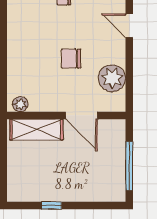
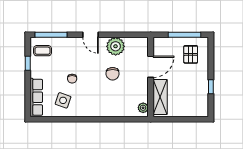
door: (129, 26) -> (90, 35), hinge flipped
plant: (112, 78) -> (116, 46), moved
pallet: (100, 175) -> (191, 54), added

